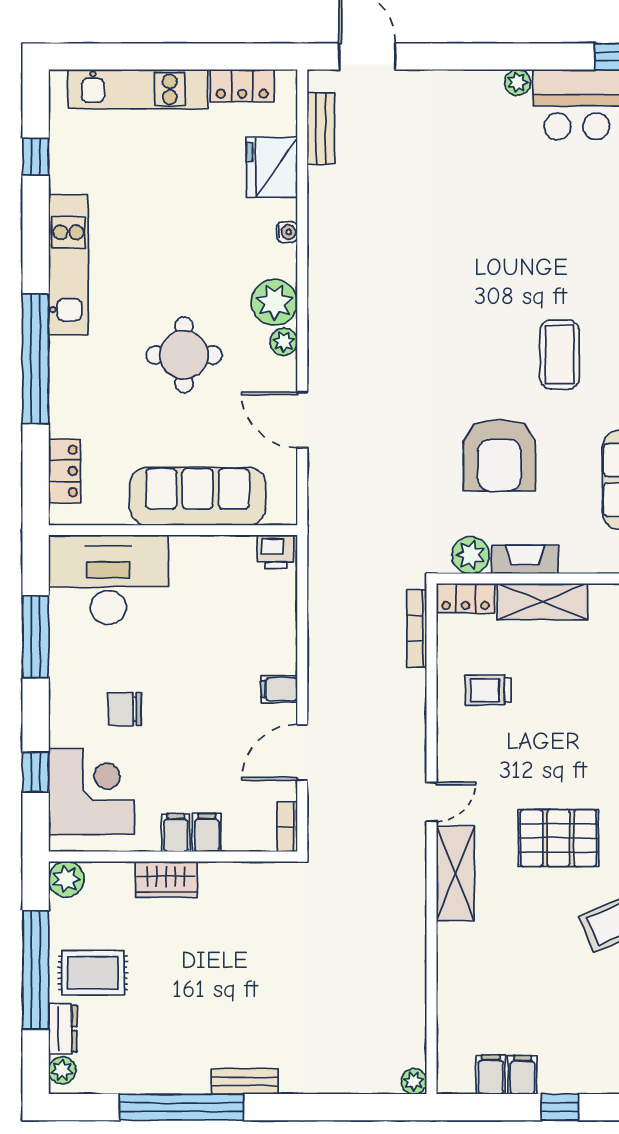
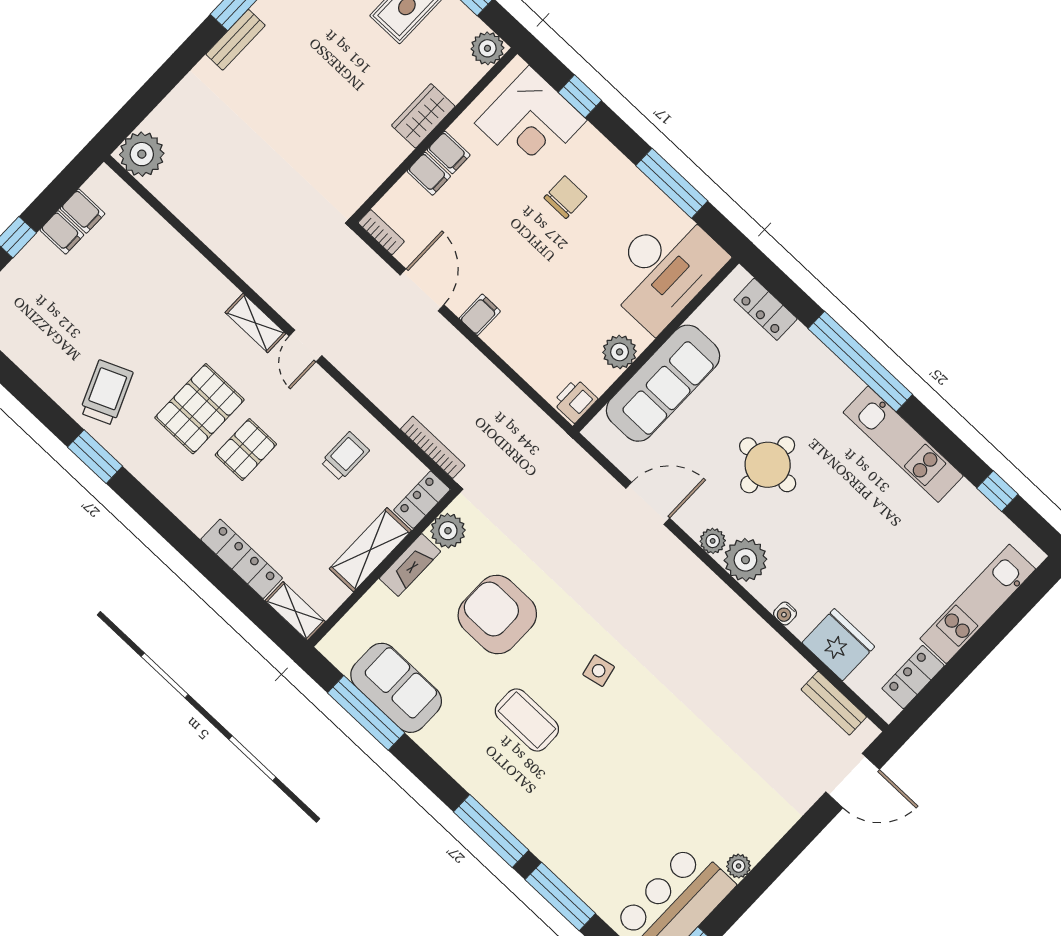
side table: (469, 335) -> (599, 671), added
plant: (205, 553) -> (620, 352), added
pallet: (556, 772) -> (246, 450), added
shelving: (455, 873) -> (255, 323), width x0.67, depth x0.75
plant: (414, 1081) -> (142, 154), width x1.88, depth x1.88

